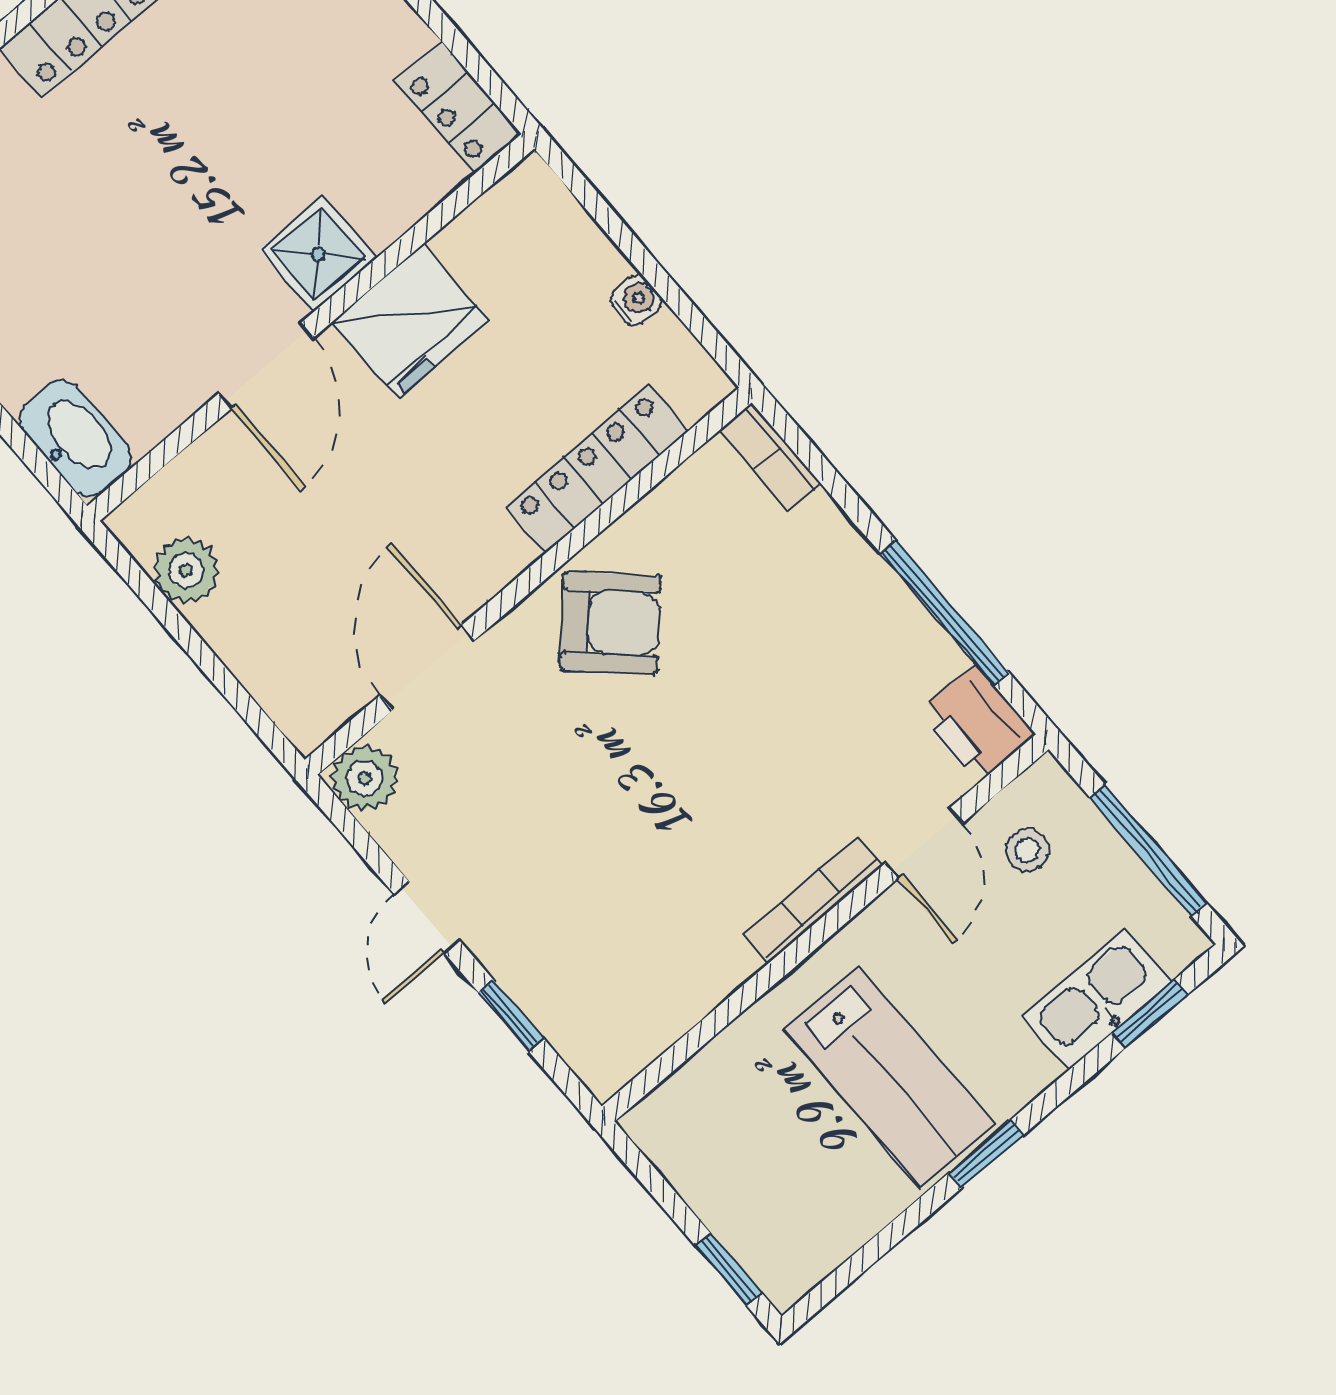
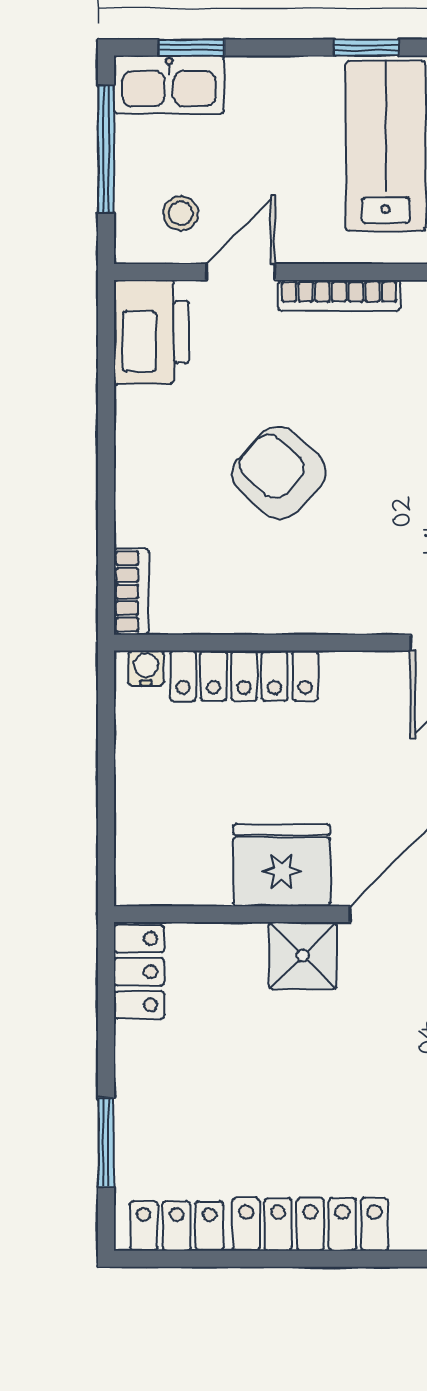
water cooler: (636, 300) -> (146, 668), moved, turned 90
window: (945, 613) -> (106, 403), removed
armchair: (610, 623) -> (279, 473), moved
printer: (976, 724) -> (151, 332), width x1.37, depth x1.19
kitchen sink: (1097, 999) -> (169, 84), moved

